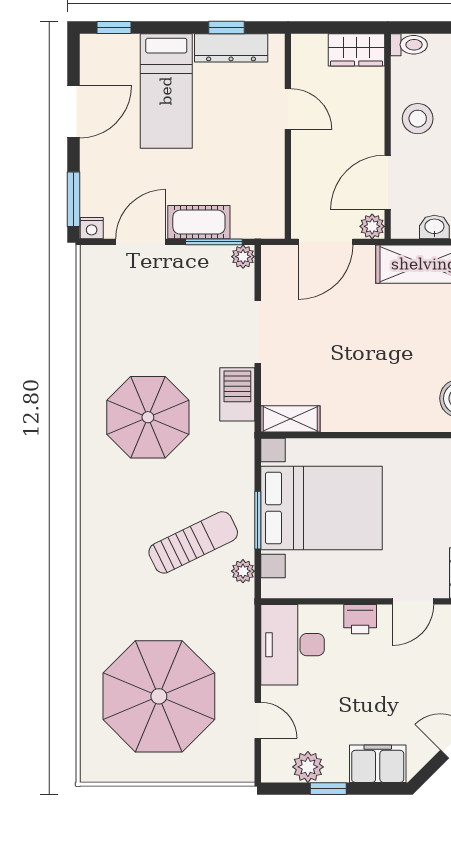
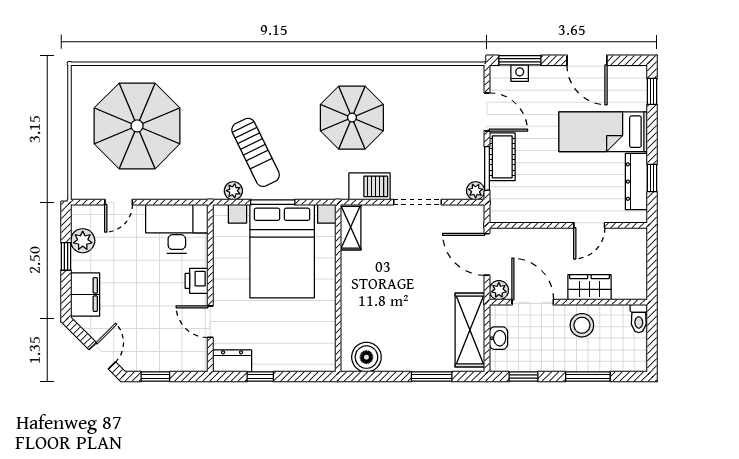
wardrobe: (357, 50) -> (589, 287), moved, turned 90
nightstand: (92, 228) -> (520, 73), moved, turned 90

